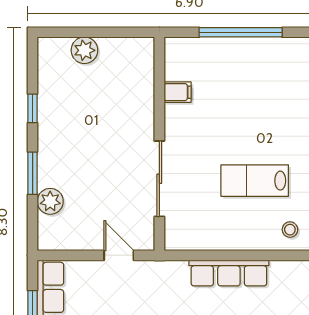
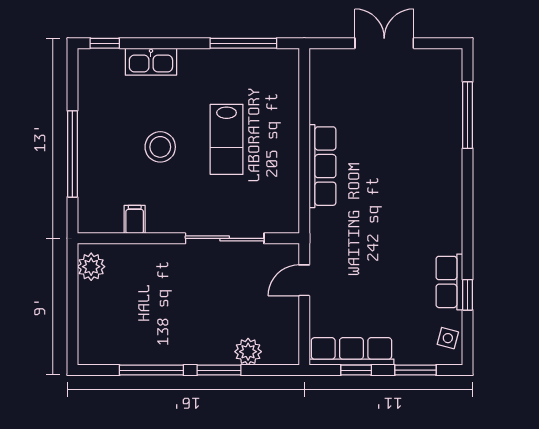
plant: (84, 50) -> (91, 267), moved
window: (33, 108) -> (151, 370), width x2.17
stool: (290, 230) -> (160, 147), moved, width x1.89, depth x1.89

